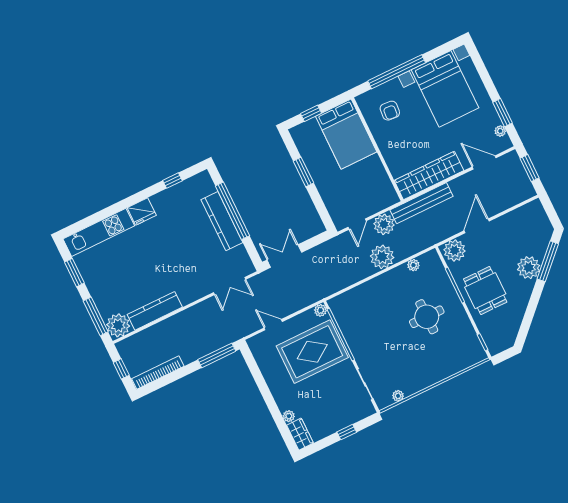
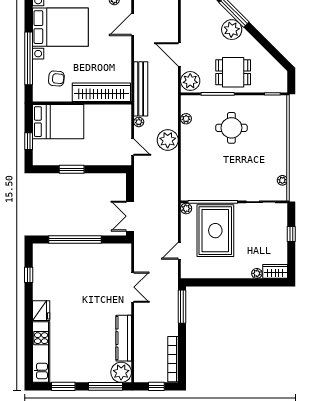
wardrobe: (429, 175) -> (101, 92), moved, turned 90
kitchen counter: (222, 221) -> (79, 252), removed
plant: (384, 224) -> (139, 122), width x0.53, depth x0.53
double door: (230, 286) -> (133, 287), moved

